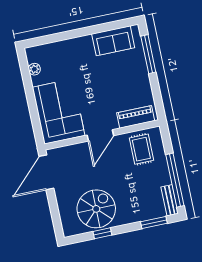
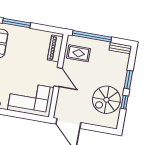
window: (175, 180) -> (92, 36), moved
spiral stairs: (96, 209) -> (106, 100), turned -90
window: (154, 222) -> (128, 80), moved

